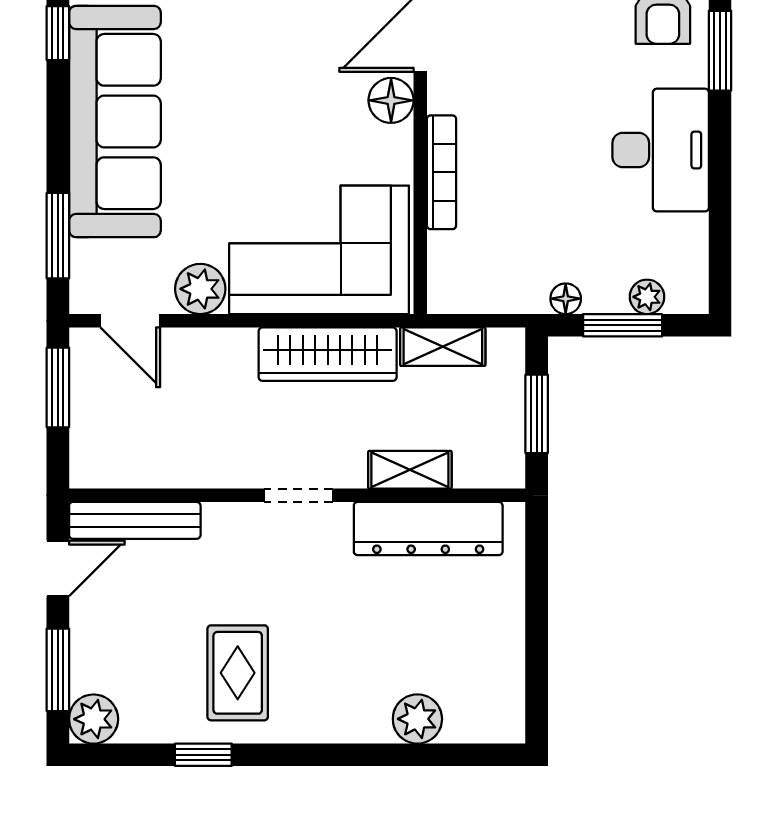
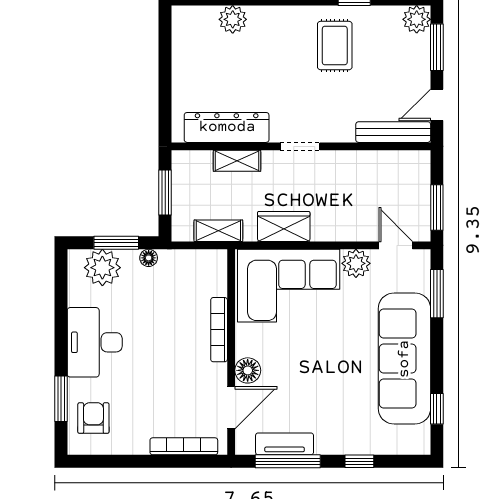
plant: (647, 297) -> (102, 268), width x1.88, depth x1.88
wardrobe: (328, 354) -> (284, 226), width x0.67

